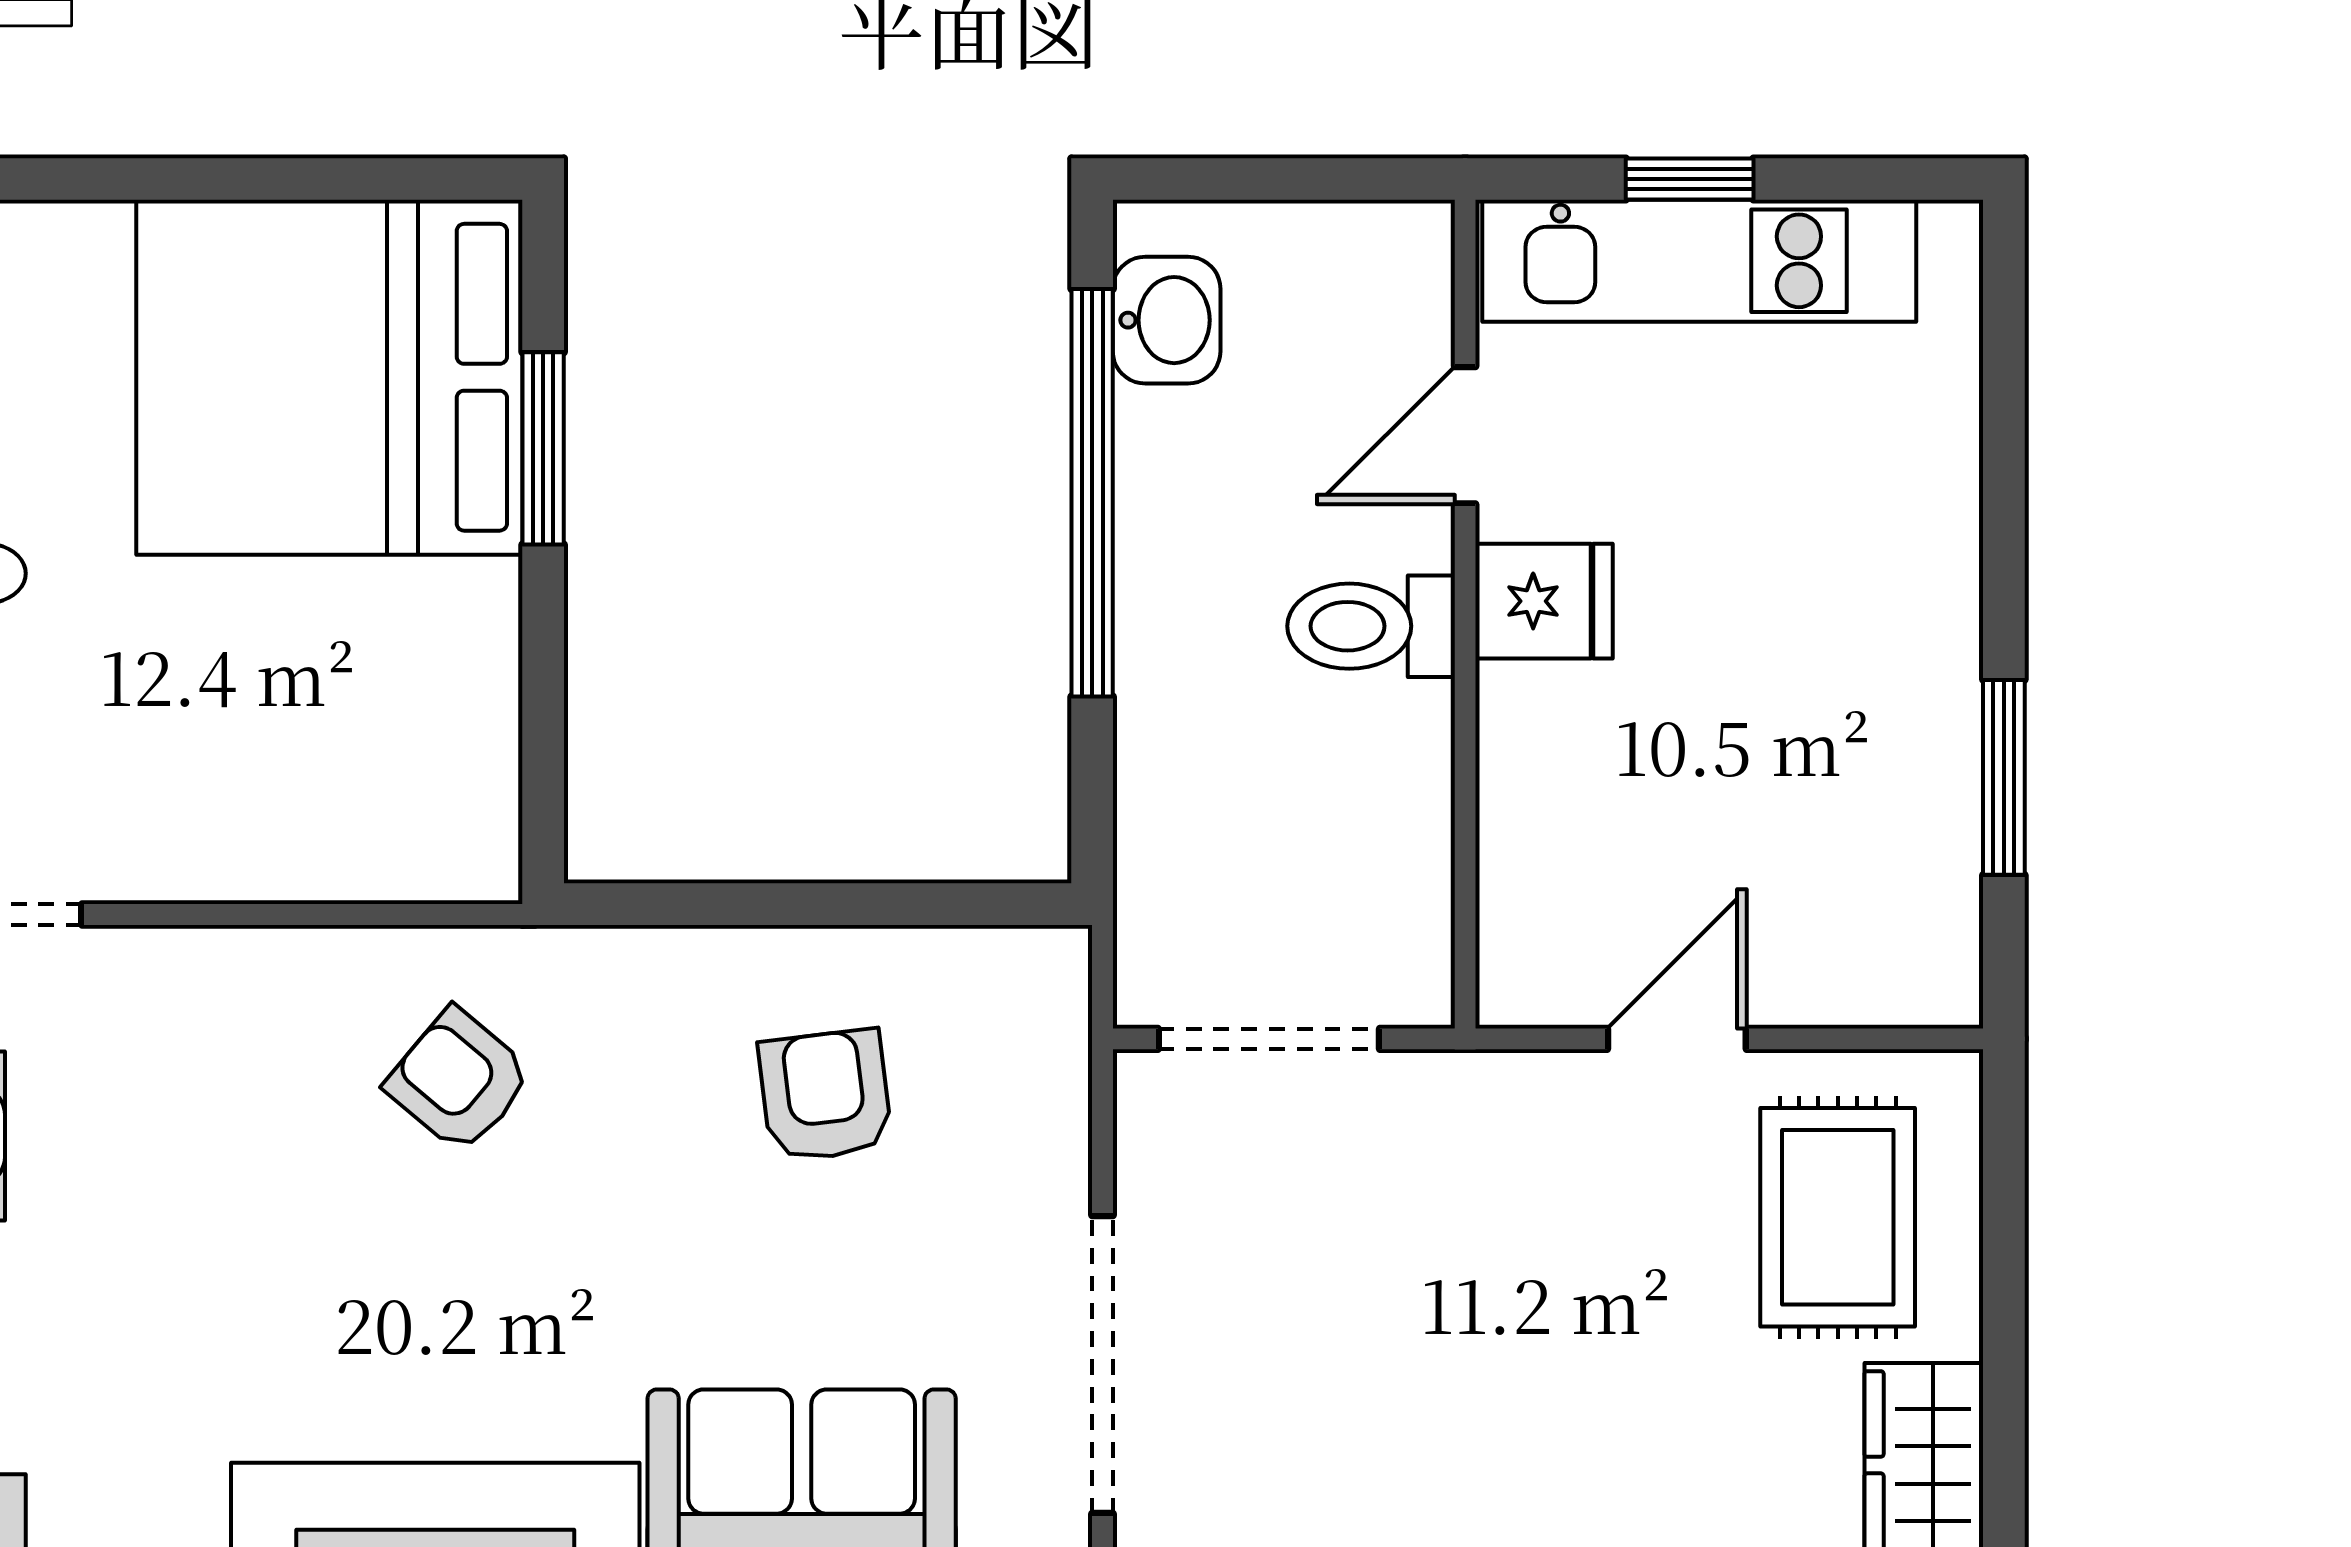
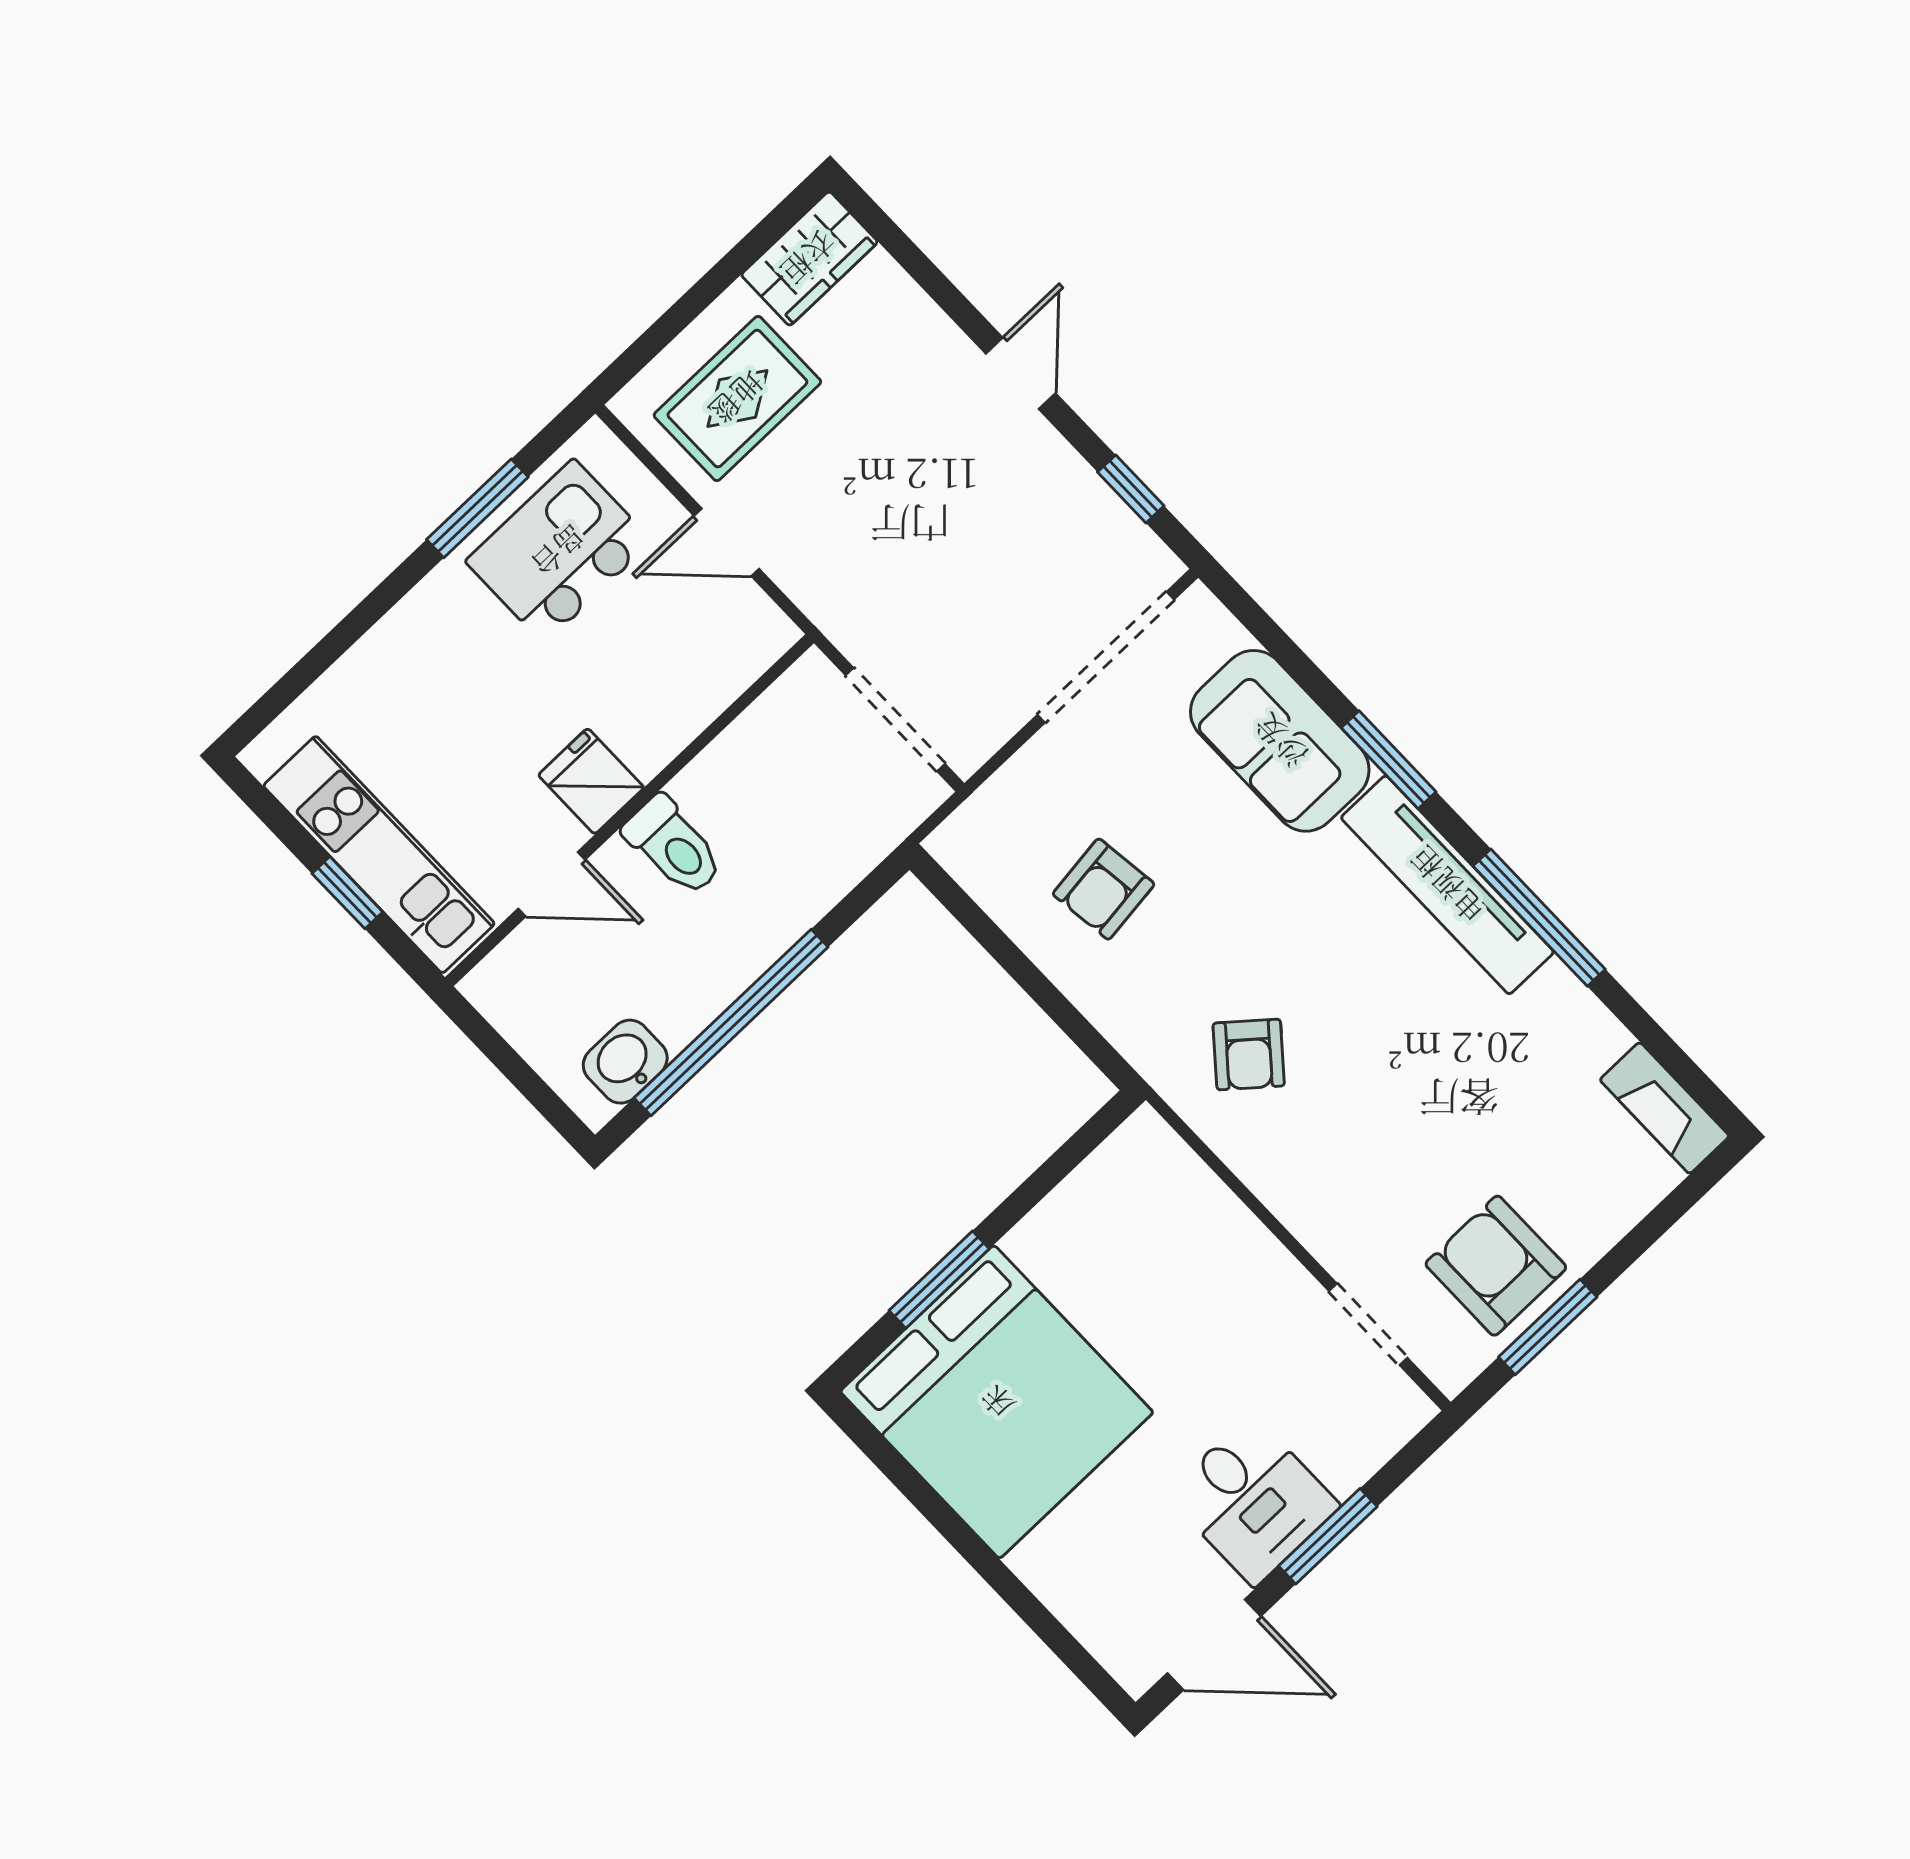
kitchen island: (1859, 826) -> (559, 551), added

